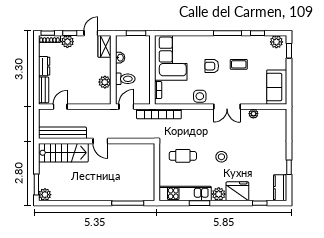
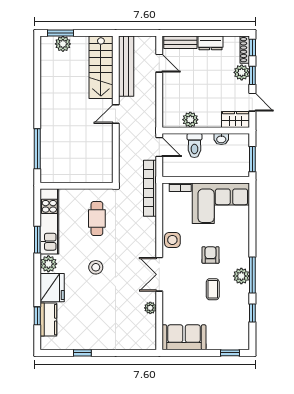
plant: (276, 42) -> (241, 276), moved
kitchen counter: (280, 188) -> (48, 320), moved, turned 90
plant: (45, 195) -> (63, 44), moved

